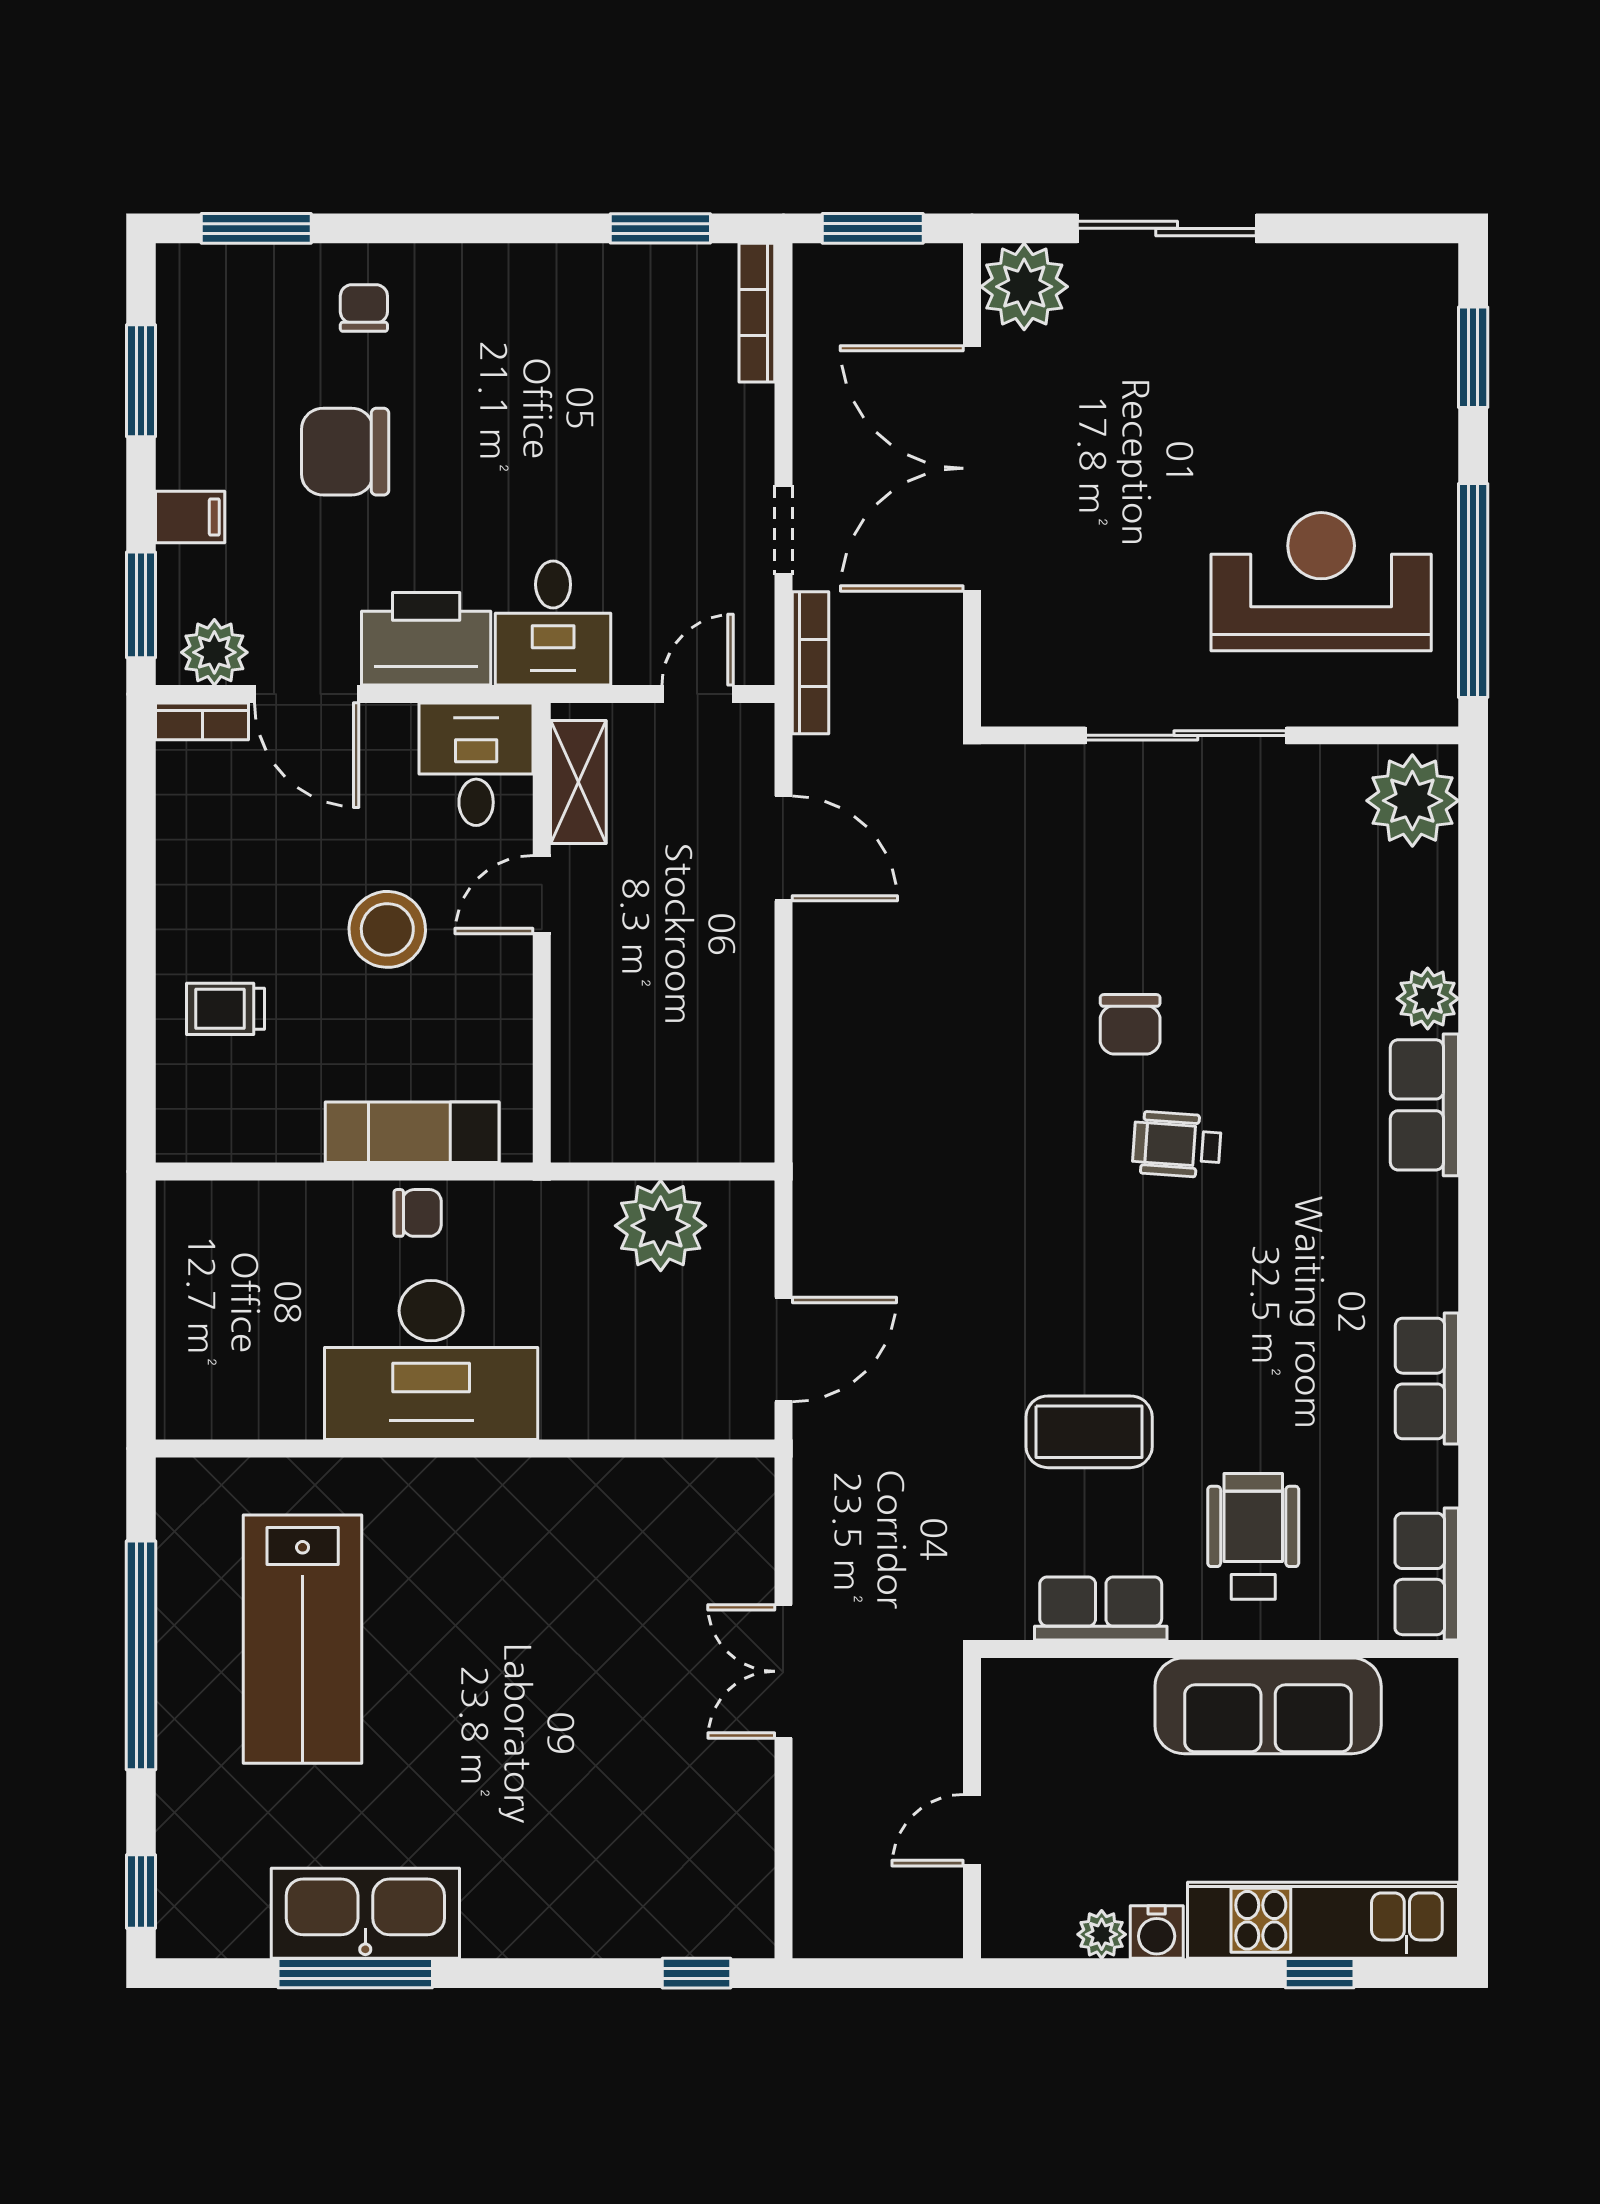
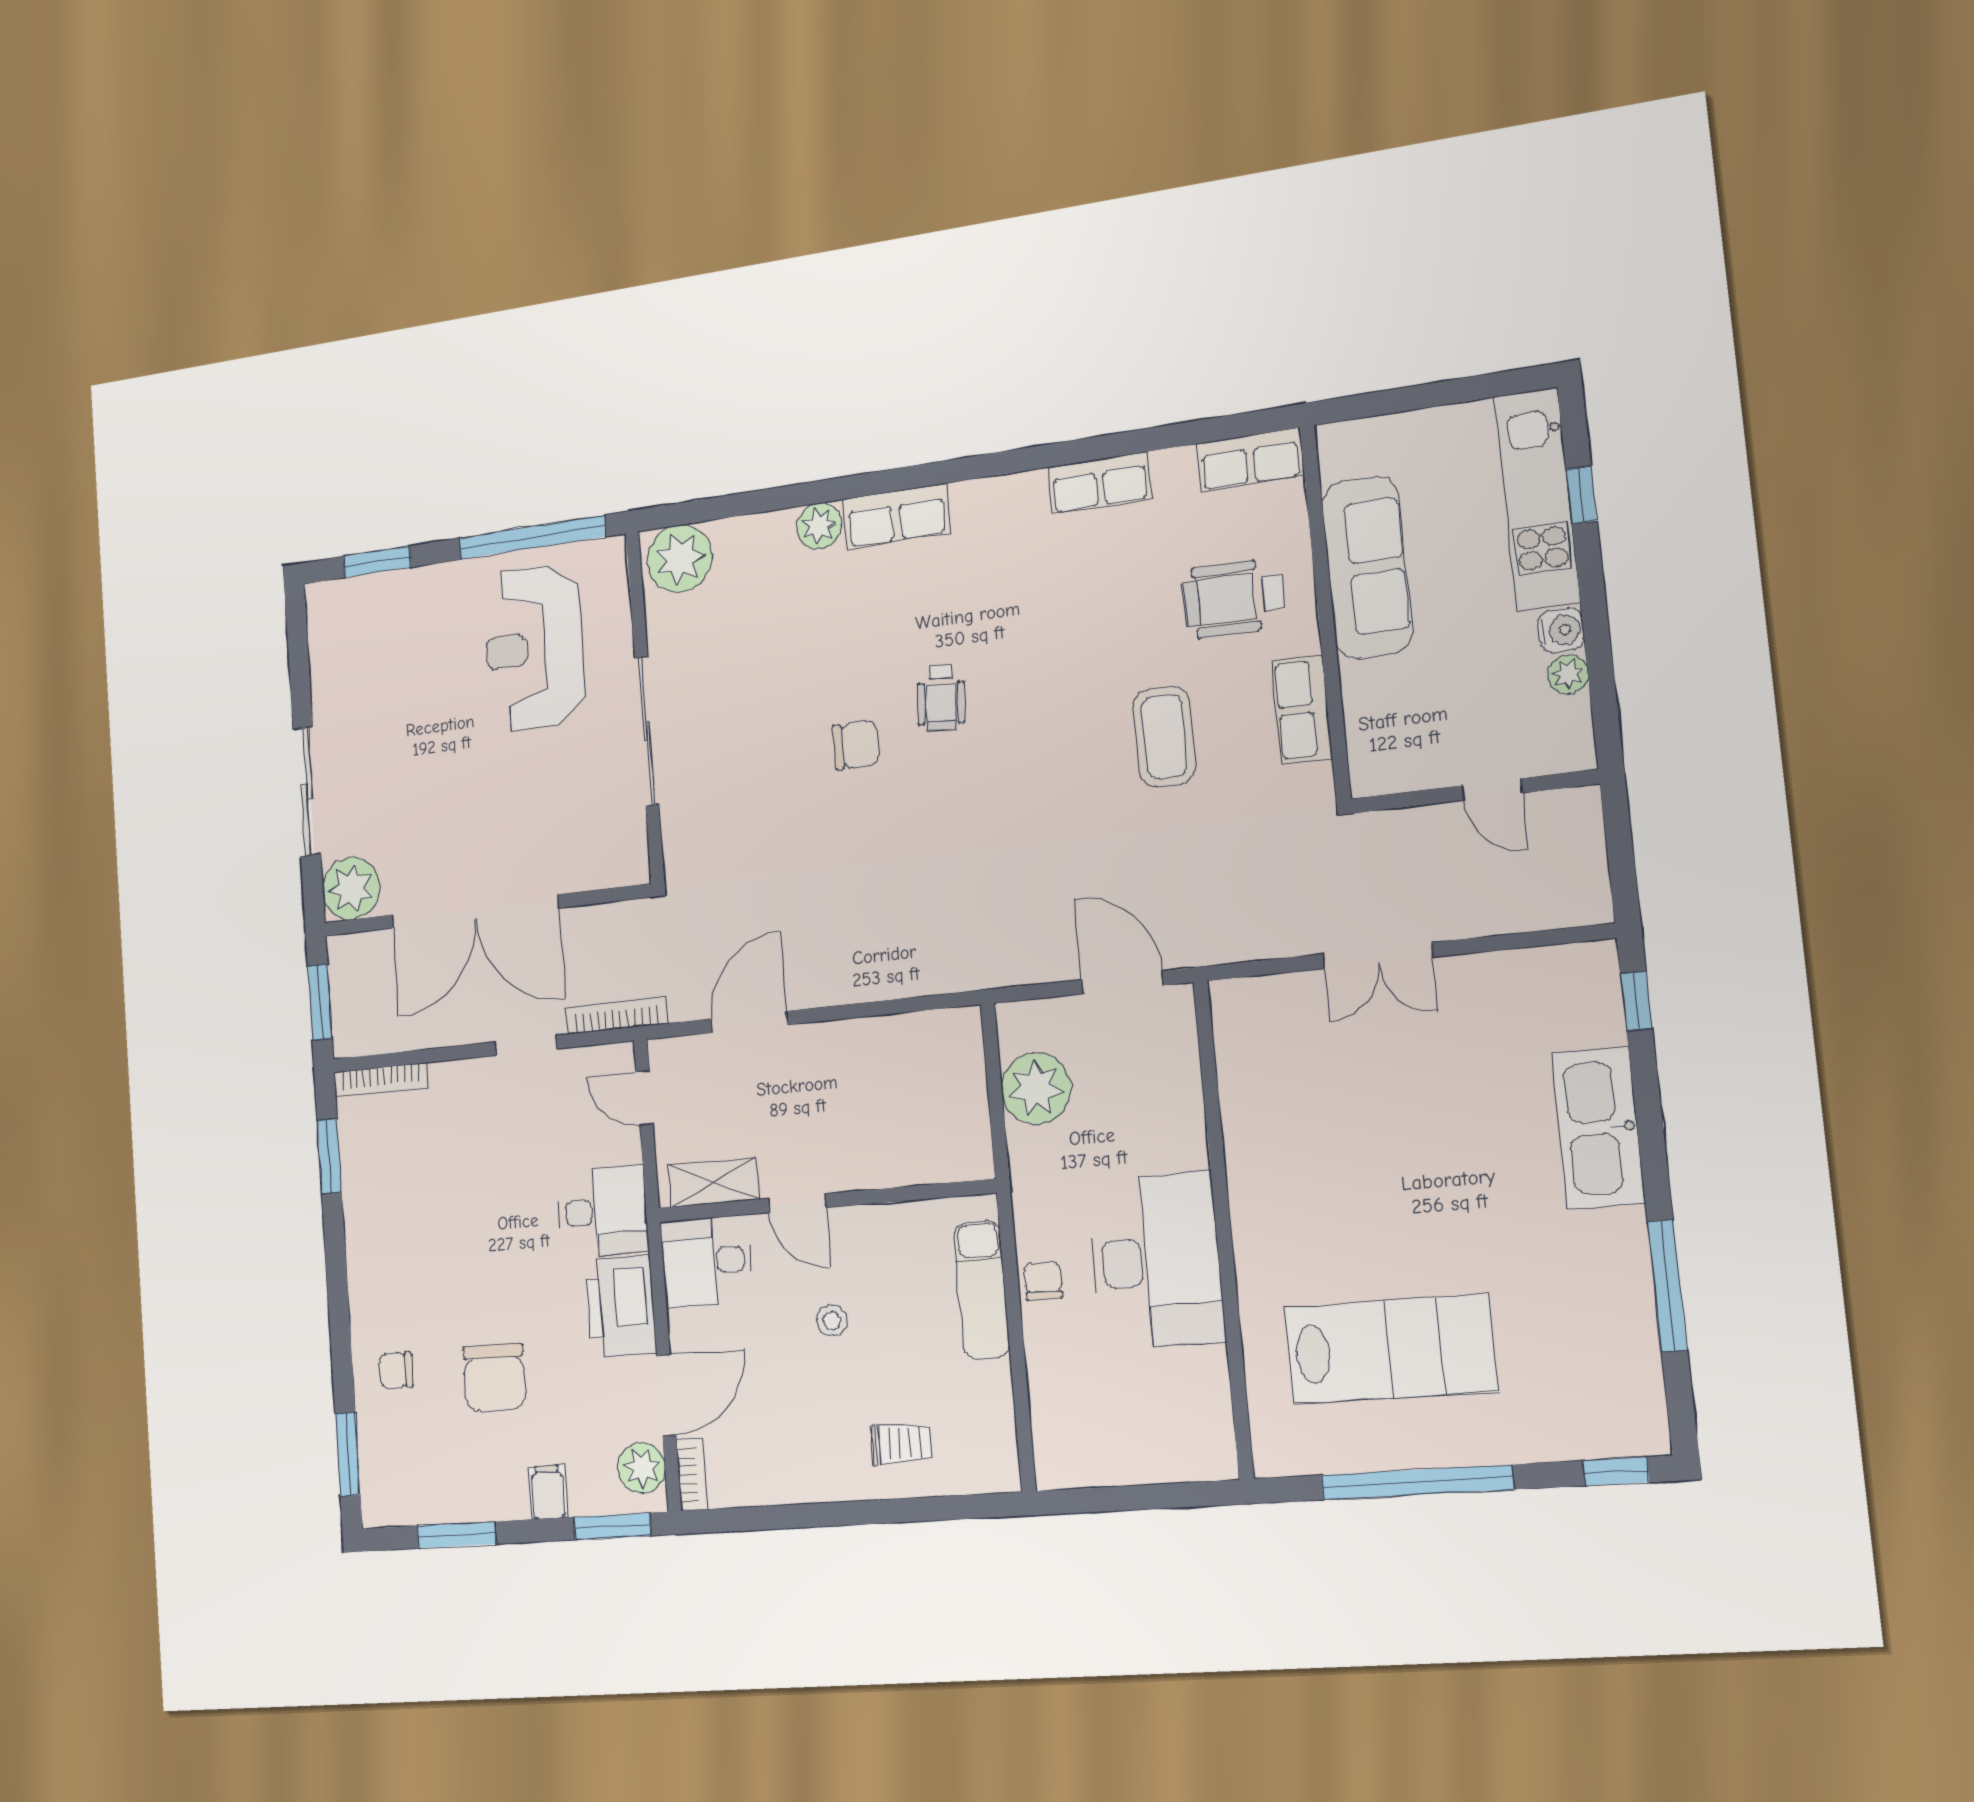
stool: (387, 929) -> (832, 1321), width x0.53, depth x0.53
trolley: (226, 1009) -> (901, 1443), turned -90
kitchen sink: (365, 1913) -> (1598, 1128), moved

